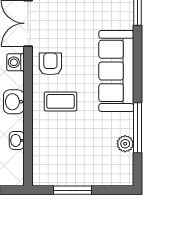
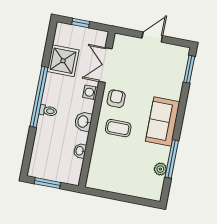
sofa: (116, 71) -> (163, 122), width x0.73
window: (73, 190) -> (114, 196), removed

